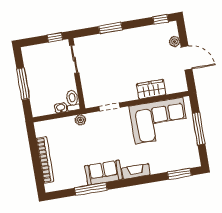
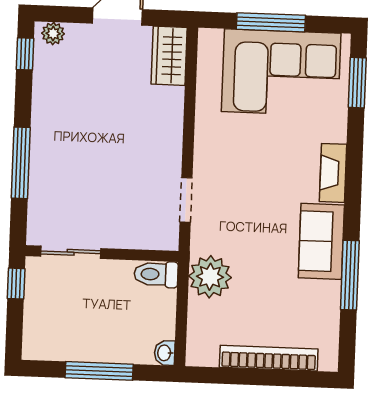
window: (110, 28) -> (21, 163), width x1.44
plant: (174, 42) -> (53, 34), moved
wardrobe: (151, 89) -> (169, 56), moved
washbasin: (61, 108) -> (165, 353), moved
plant: (80, 120) -> (210, 277), width x1.88, depth x1.88
corner sofa: (159, 121) -> (281, 72), moved, turned 90

